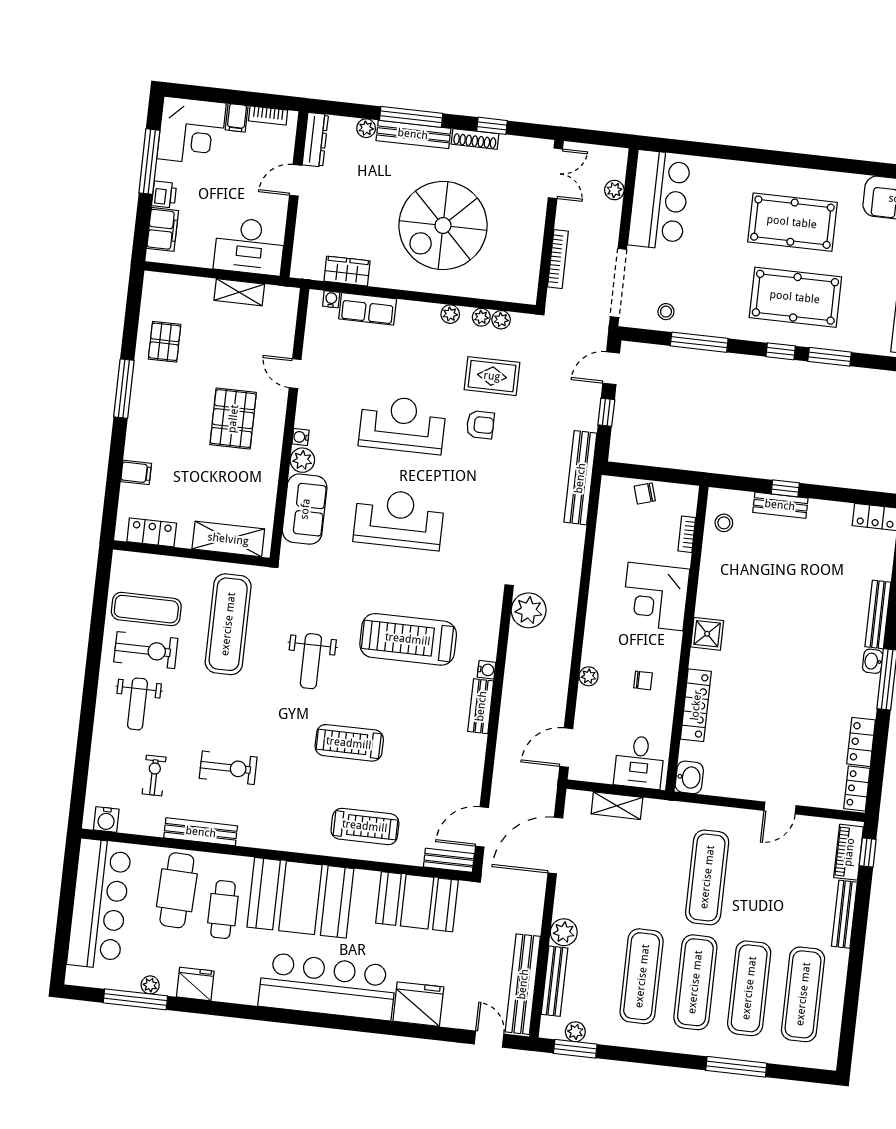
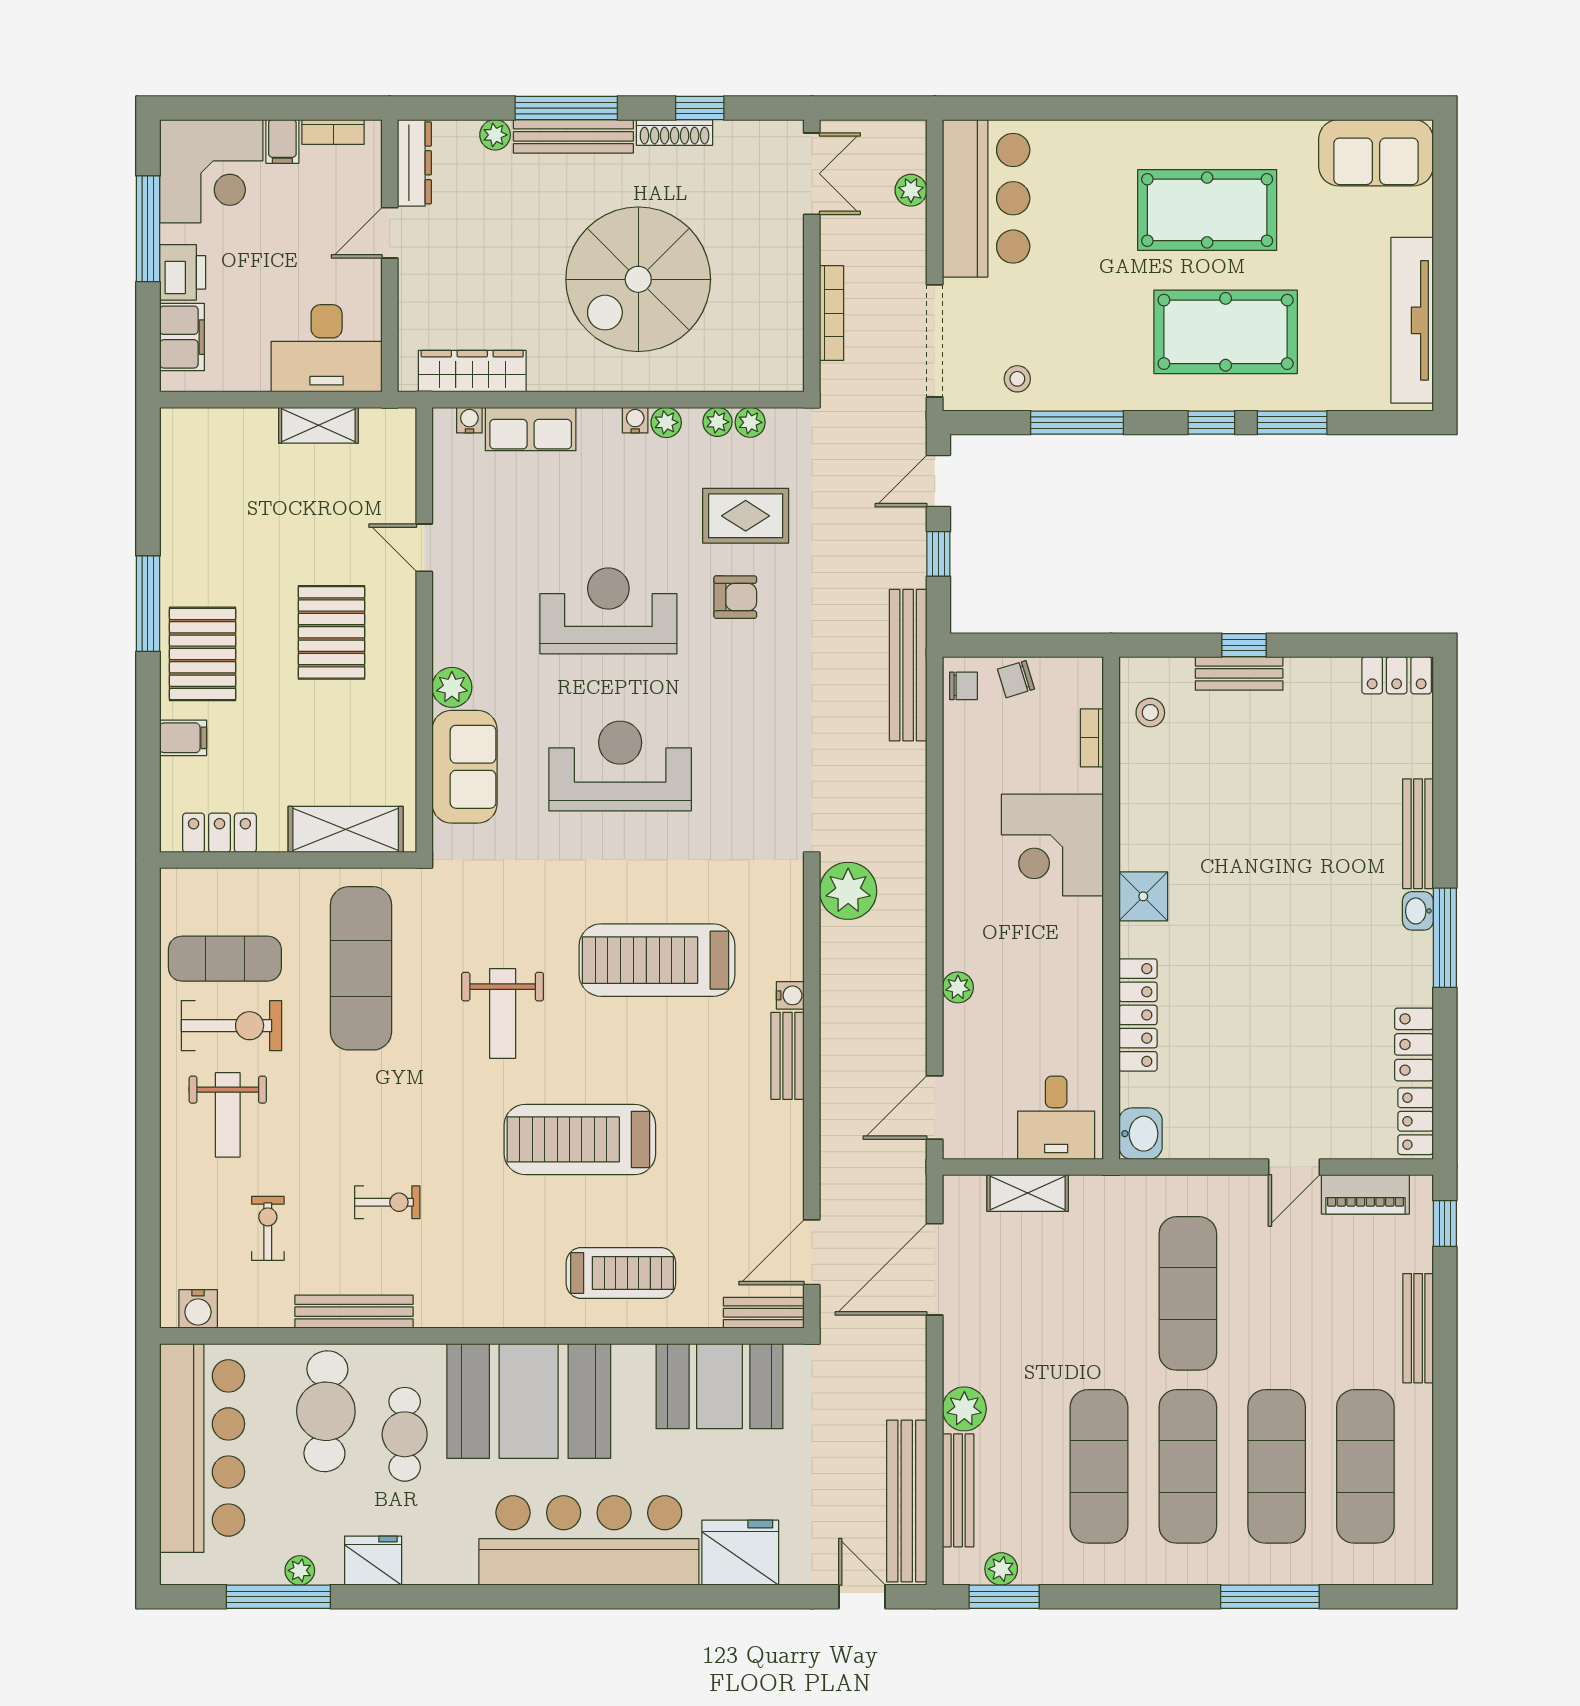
printer: (164, 195) -> (183, 272), width x1.36, depth x1.24
wardrobe: (347, 271) -> (472, 371), width x1.50
pallet: (165, 342) -> (203, 654), moved, width x1.50, depth x1.42
water cooler: (301, 437) -> (635, 420), moved, turned 90
chair: (643, 680) -> (963, 686), moved
treadmill: (349, 743) -> (580, 1139), width x1.37, depth x1.38
exercise bike: (228, 768) -> (387, 1202), width x0.73, depth x0.72
piano: (849, 852) -> (1365, 1194), moved, turned -90

